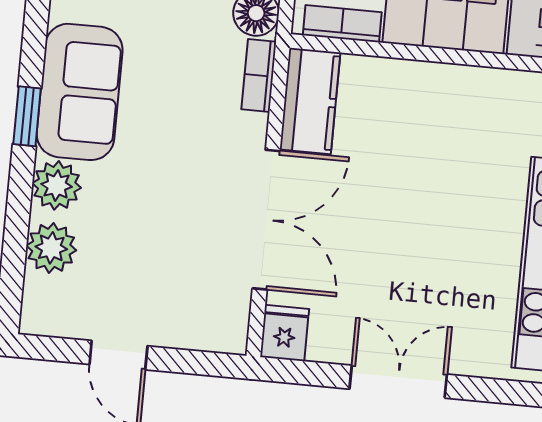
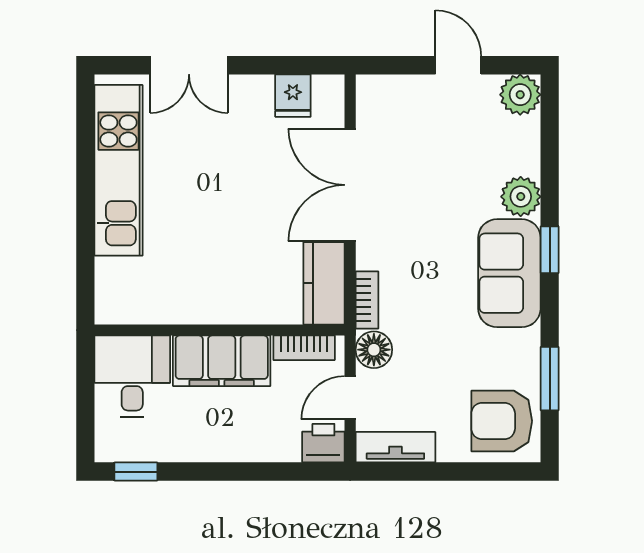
plant: (51, 248) -> (520, 95), moved
fridge: (285, 333) -> (293, 96), moved
double door: (398, 382) -> (189, 65), moved

